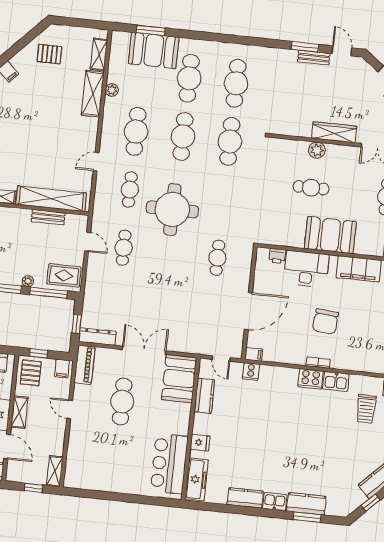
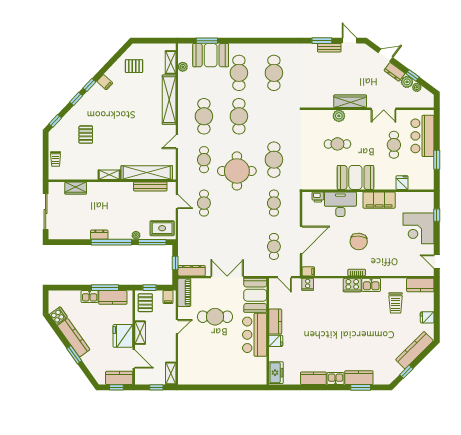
plant: (112, 90) -> (183, 67), moved
shelving: (93, 94) -> (169, 100), width x1.47
cafe table: (230, 141) -> (274, 160), moved
bench: (48, 217) -> (150, 186), width x1.36
cafe table: (211, 316) -> (274, 246), added
kitchen counter: (204, 396) -> (275, 322), moved
cafe table: (122, 402) -> (215, 317), turned 90
door: (70, 409) -> (177, 327), swing flipped
bar counter: (169, 464) -> (255, 335), moved
freezer: (197, 479) -> (276, 373), width x0.71

